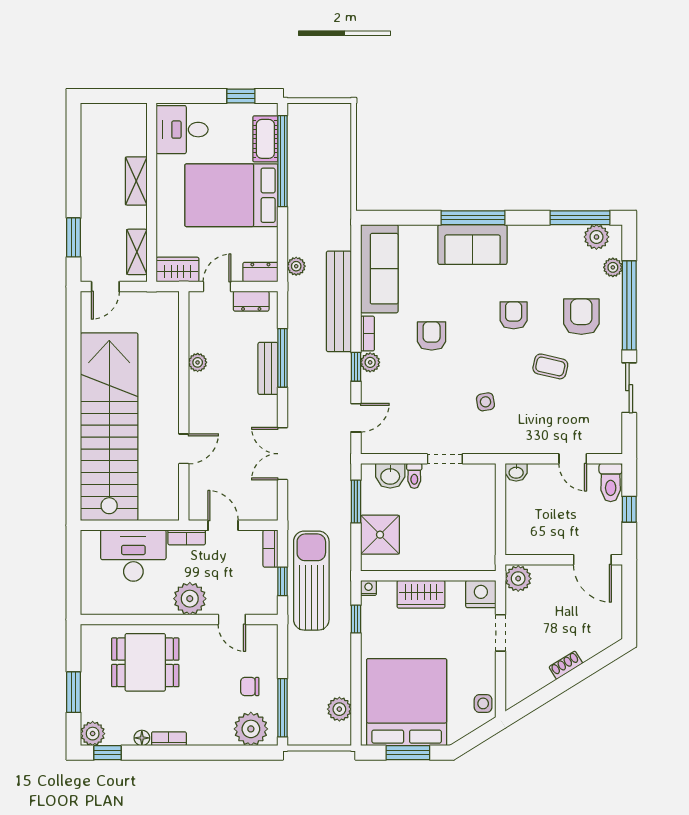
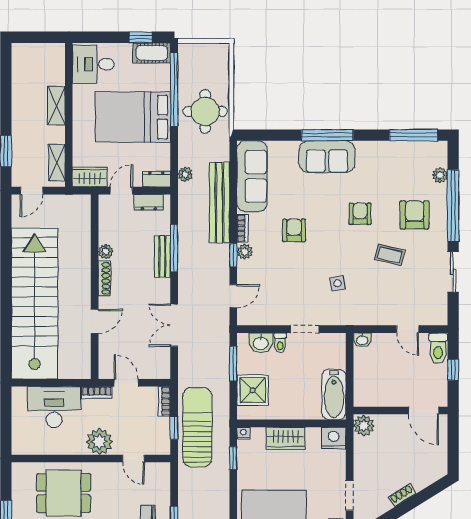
cot: (265, 139) -> (152, 53), moved, turned 90
round table: (321, 188) -> (205, 111), added
plant: (596, 237) -> (427, 151), removed
shoe rack: (196, 396) -> (104, 278), added
bathtub: (481, 540) -> (334, 394), added
doorway: (501, 633) -> (350, 496), moved

